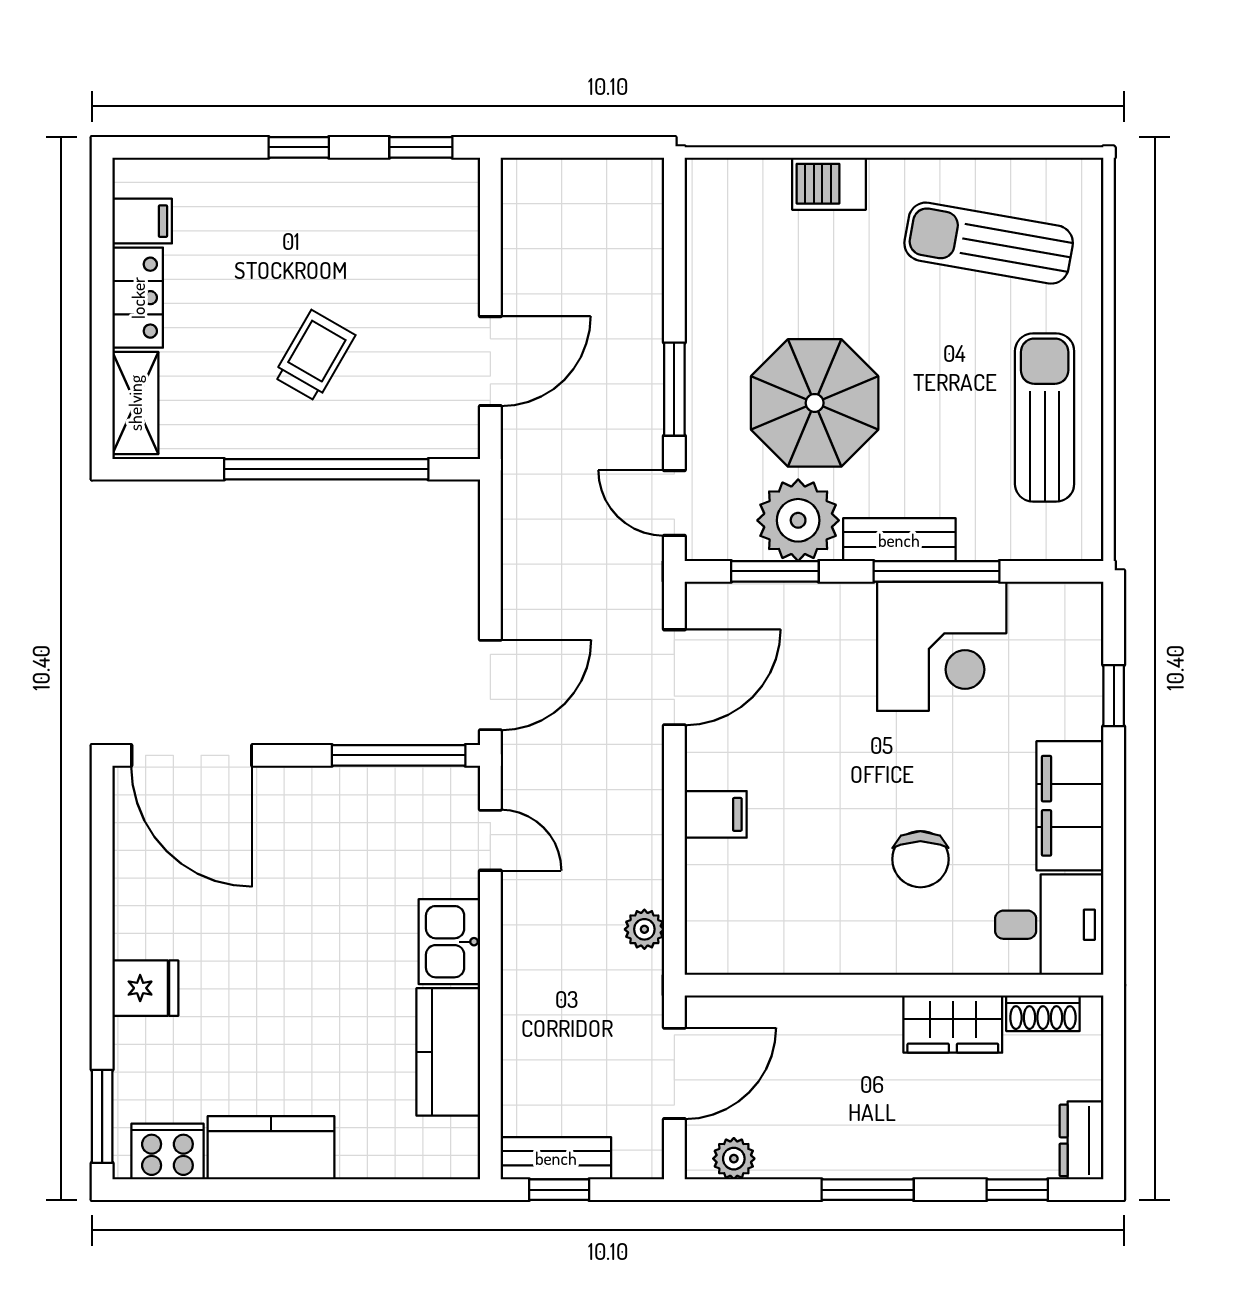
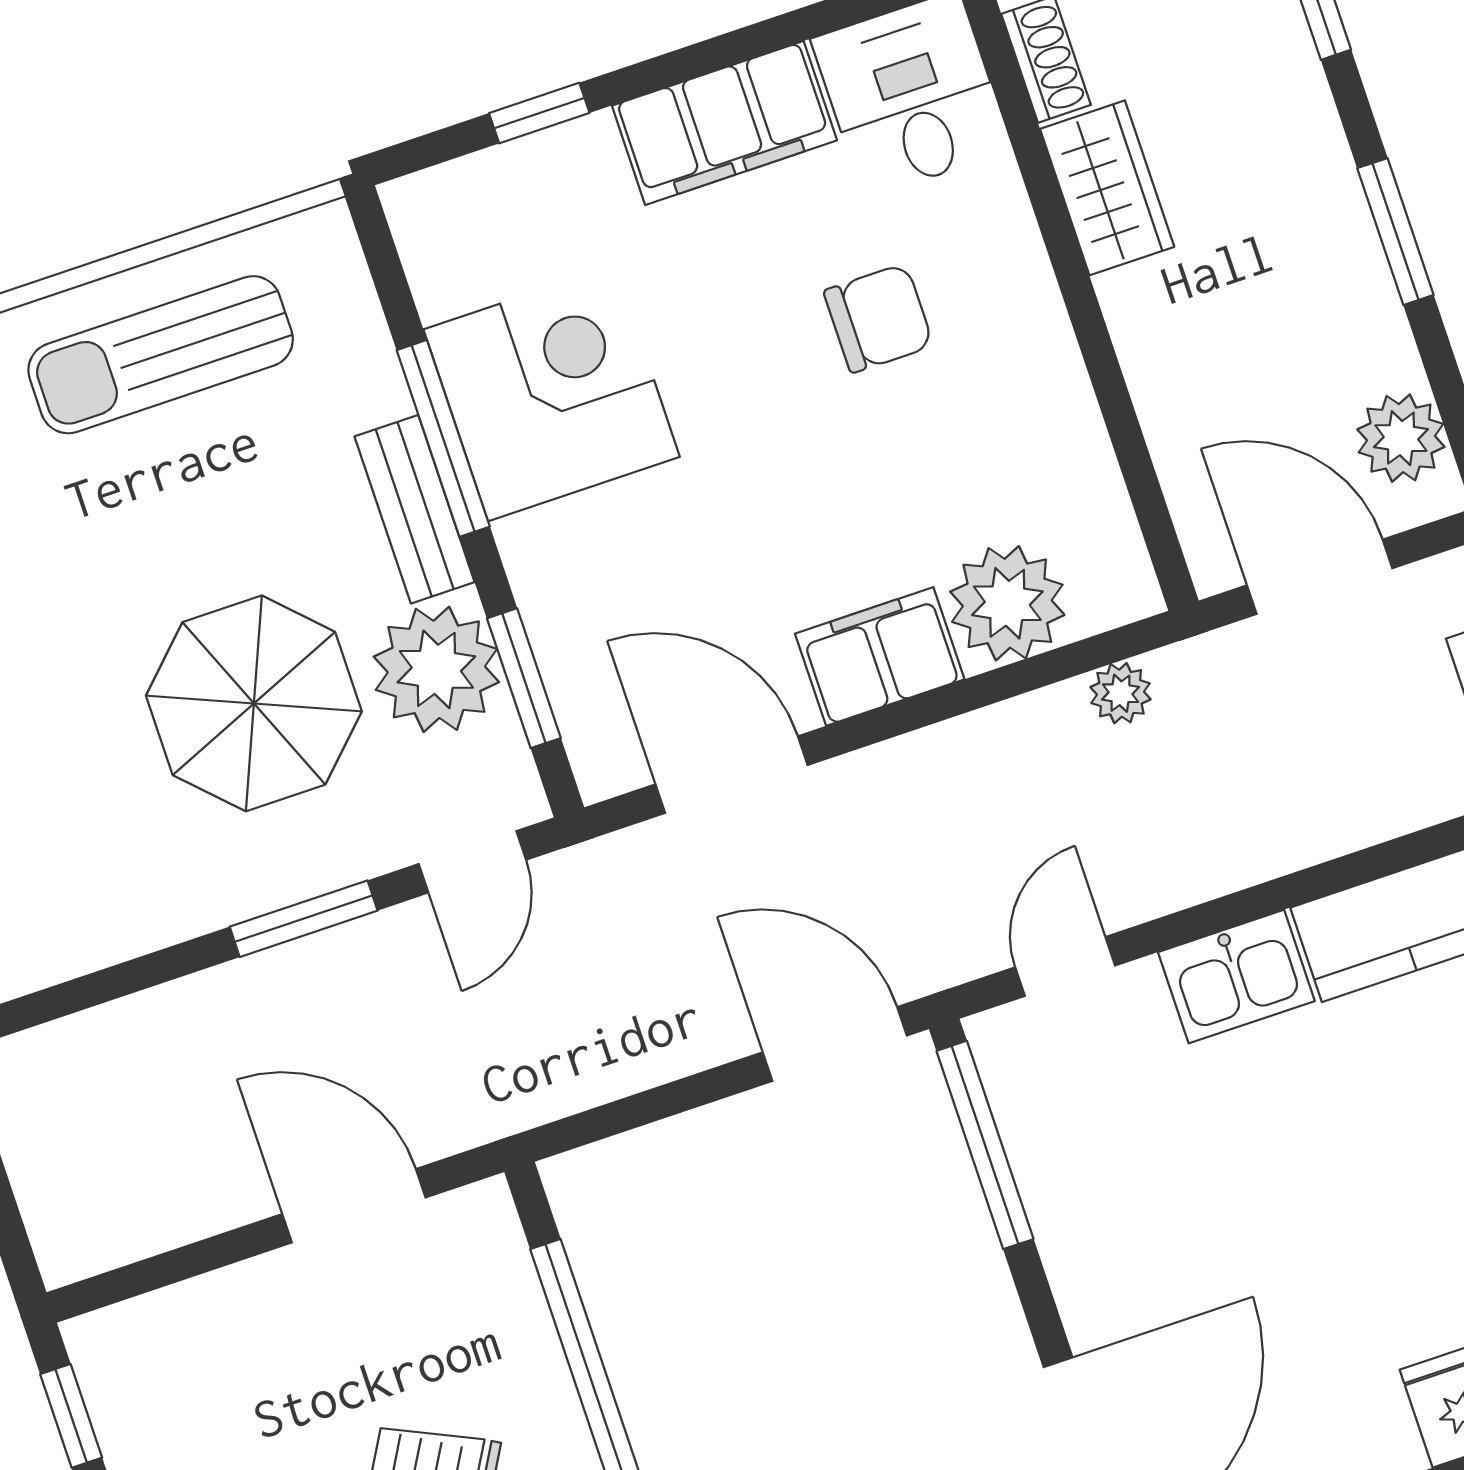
filing cabinet: (716, 814) -> (880, 657), width x2.00
plant: (722, 879) -> (1007, 603), added
plant: (734, 1159) -> (1401, 438), width x1.38, depth x1.38

